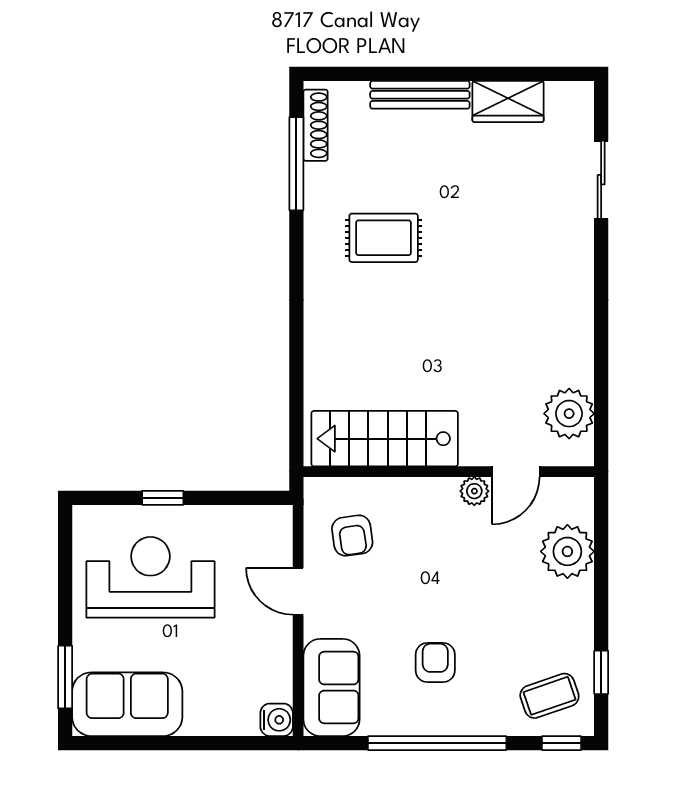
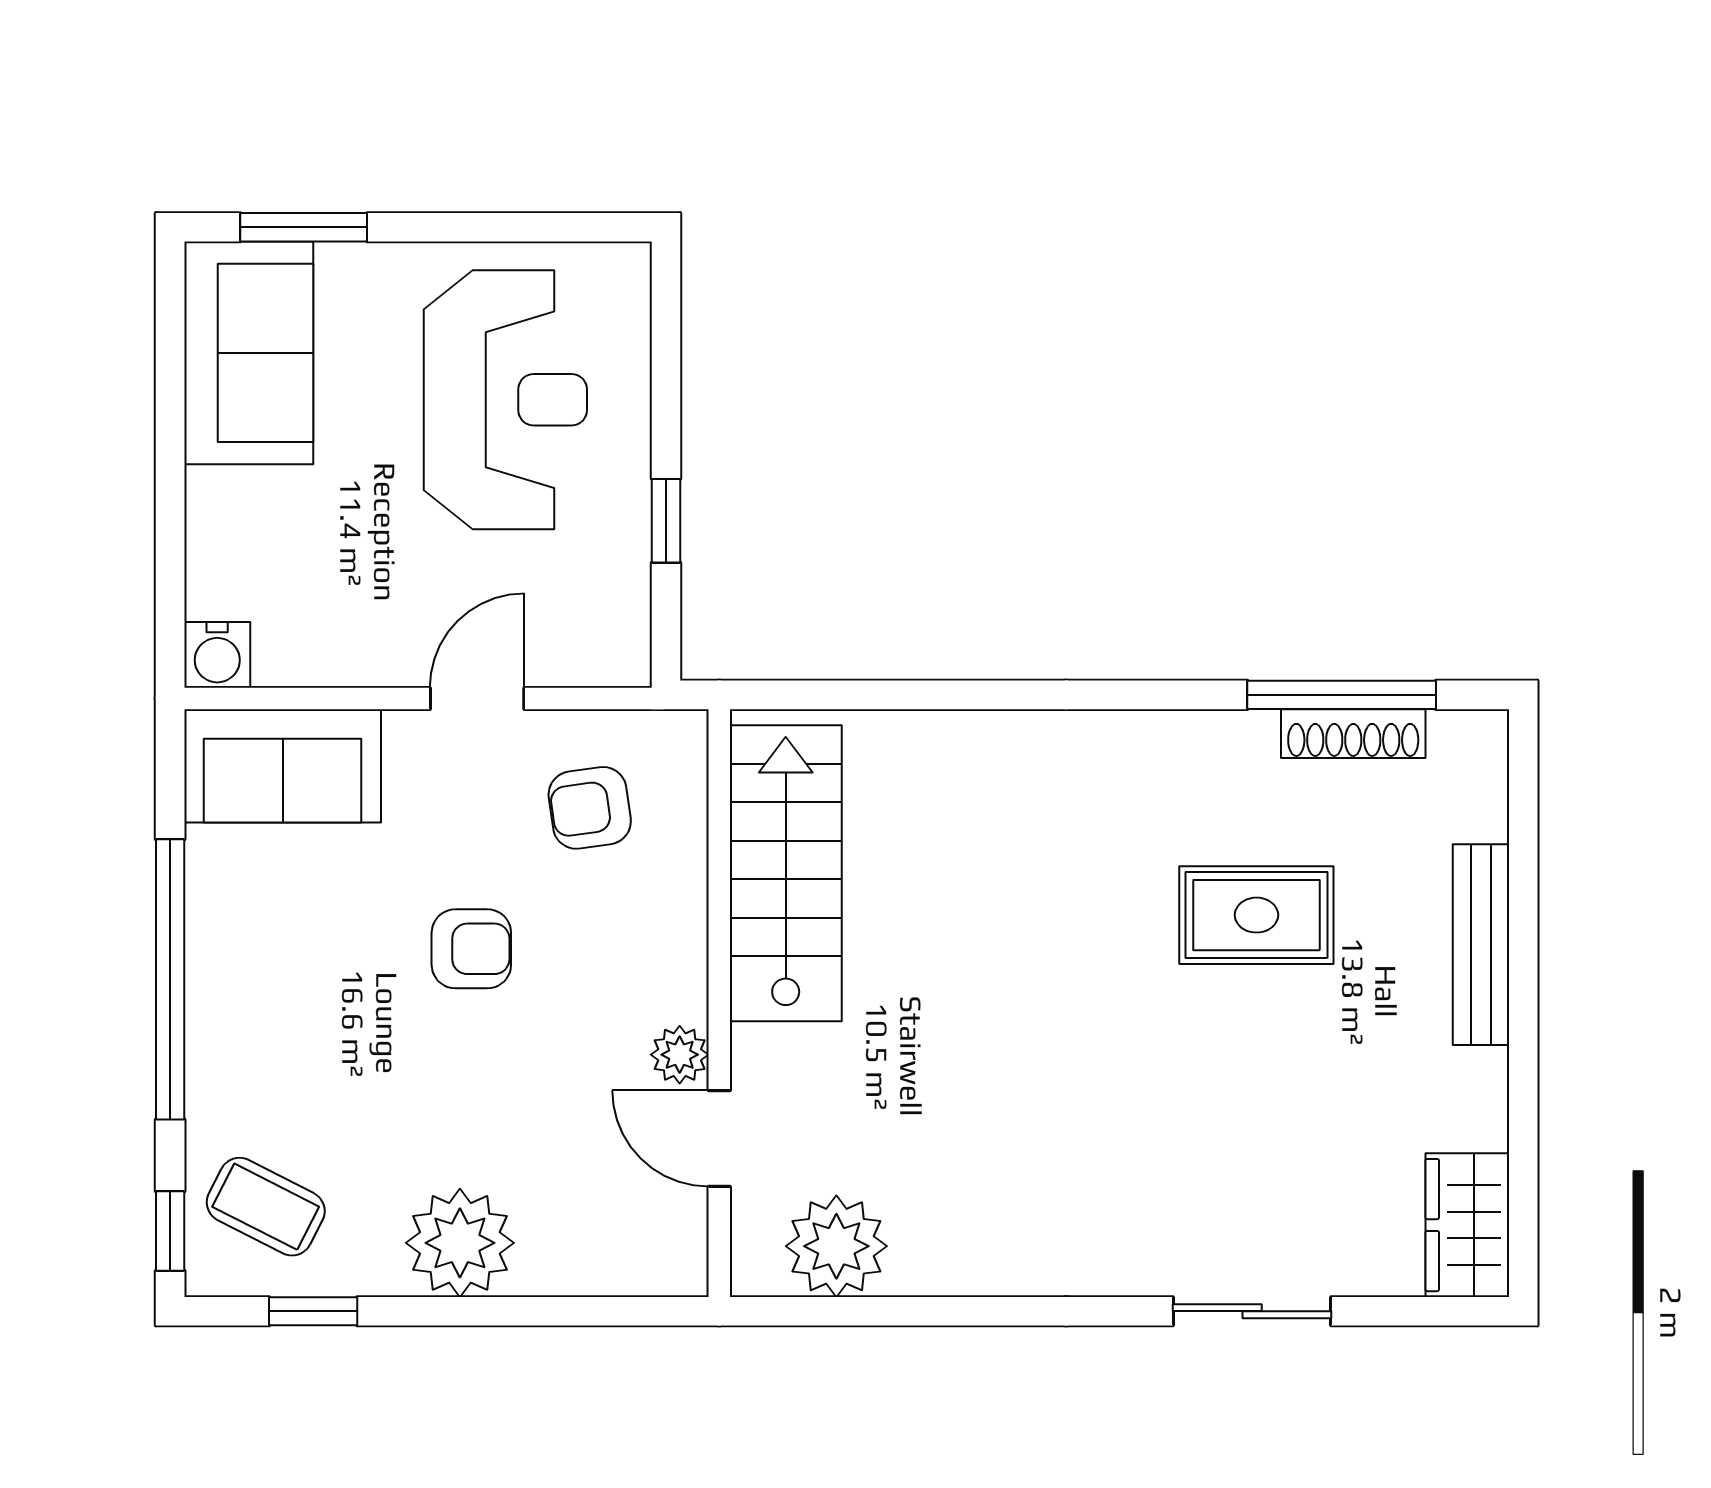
wardrobe: (508, 102) -> (1467, 1225), moved
shoe rack: (316, 125) -> (1353, 734), moved
sliding door: (601, 180) -> (1252, 1311), moved
rug: (384, 238) -> (1256, 915), moved, turned 90
window: (163, 498) -> (666, 521), moved
plant: (567, 551) -> (460, 1243), moved
armchair: (435, 663) -> (471, 949), moved
coffee table: (549, 696) -> (266, 1207), turned -44

